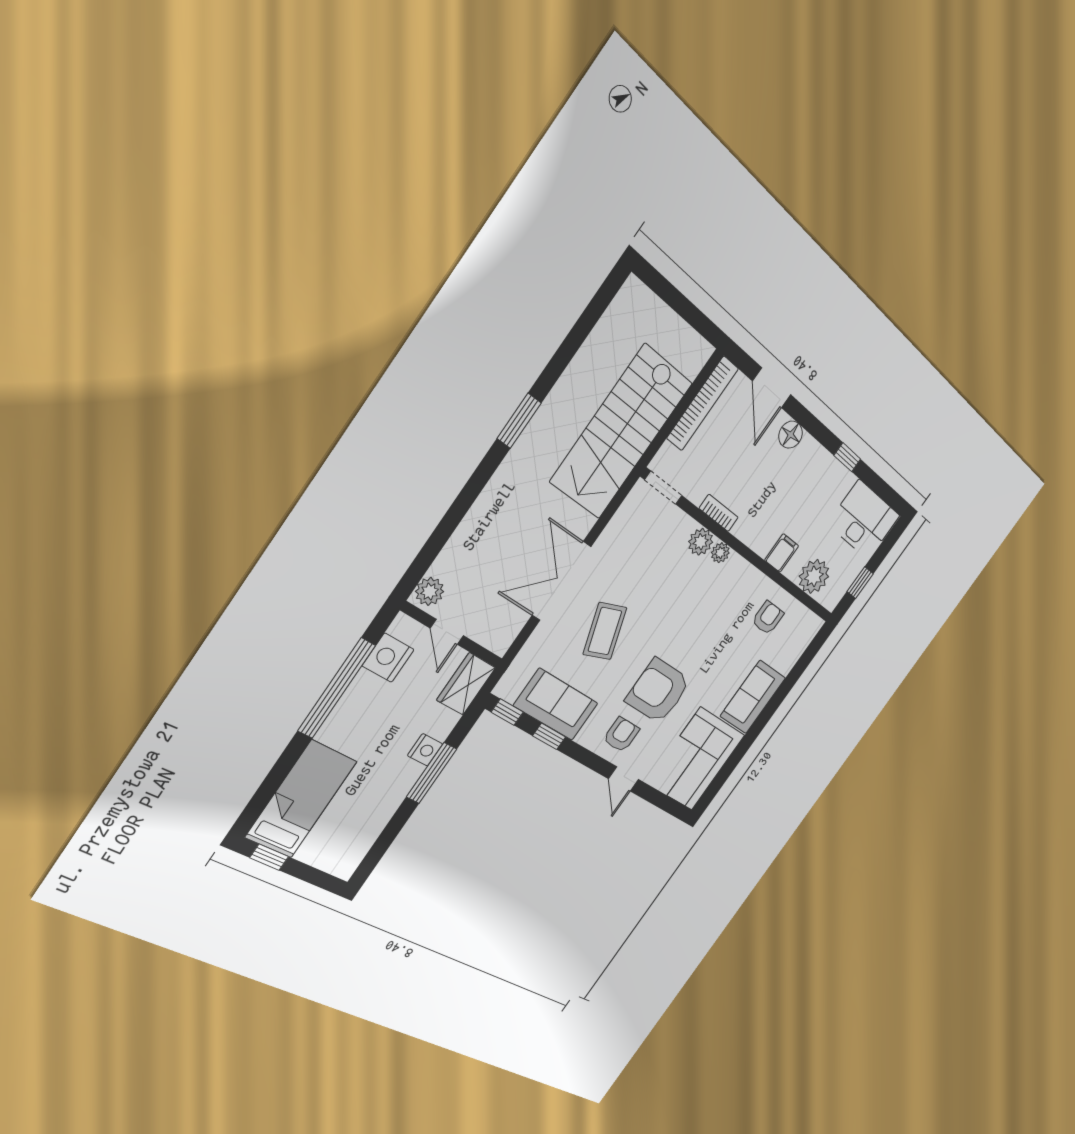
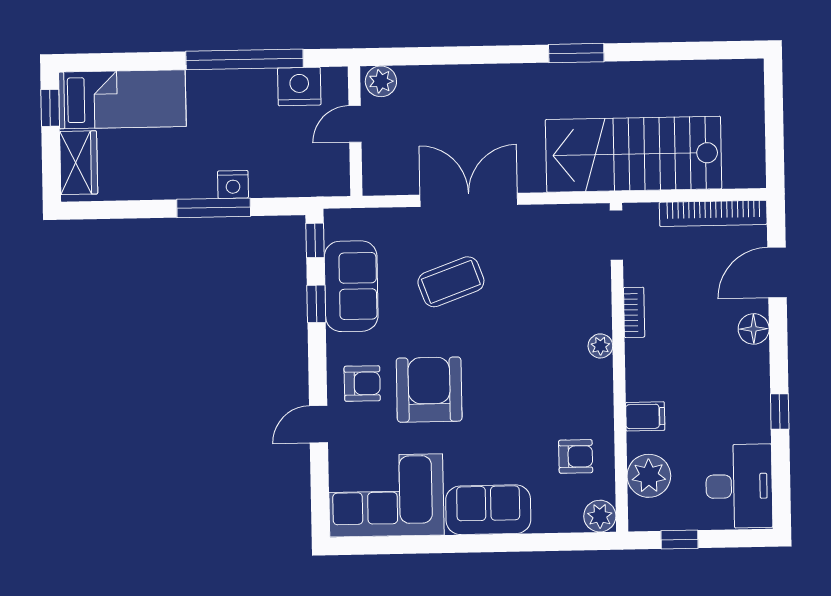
plant: (701, 542) -> (600, 516), moved
wardrobe: (466, 684) -> (79, 163), moved, turned 90

